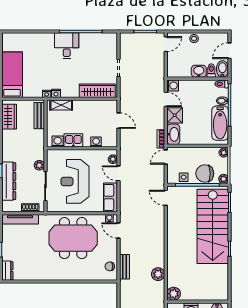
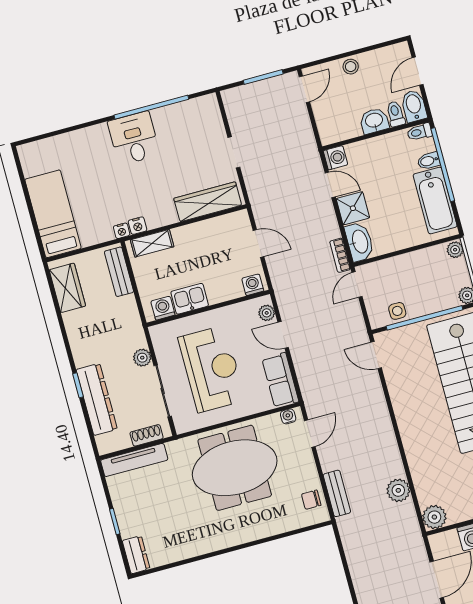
washing machine: (96, 142) -> (253, 285), moved
chair: (205, 174) -> (432, 295), removed
reception desk: (75, 181) -> (212, 369), turned 180
door: (119, 231) -> (310, 434), swing flipped

